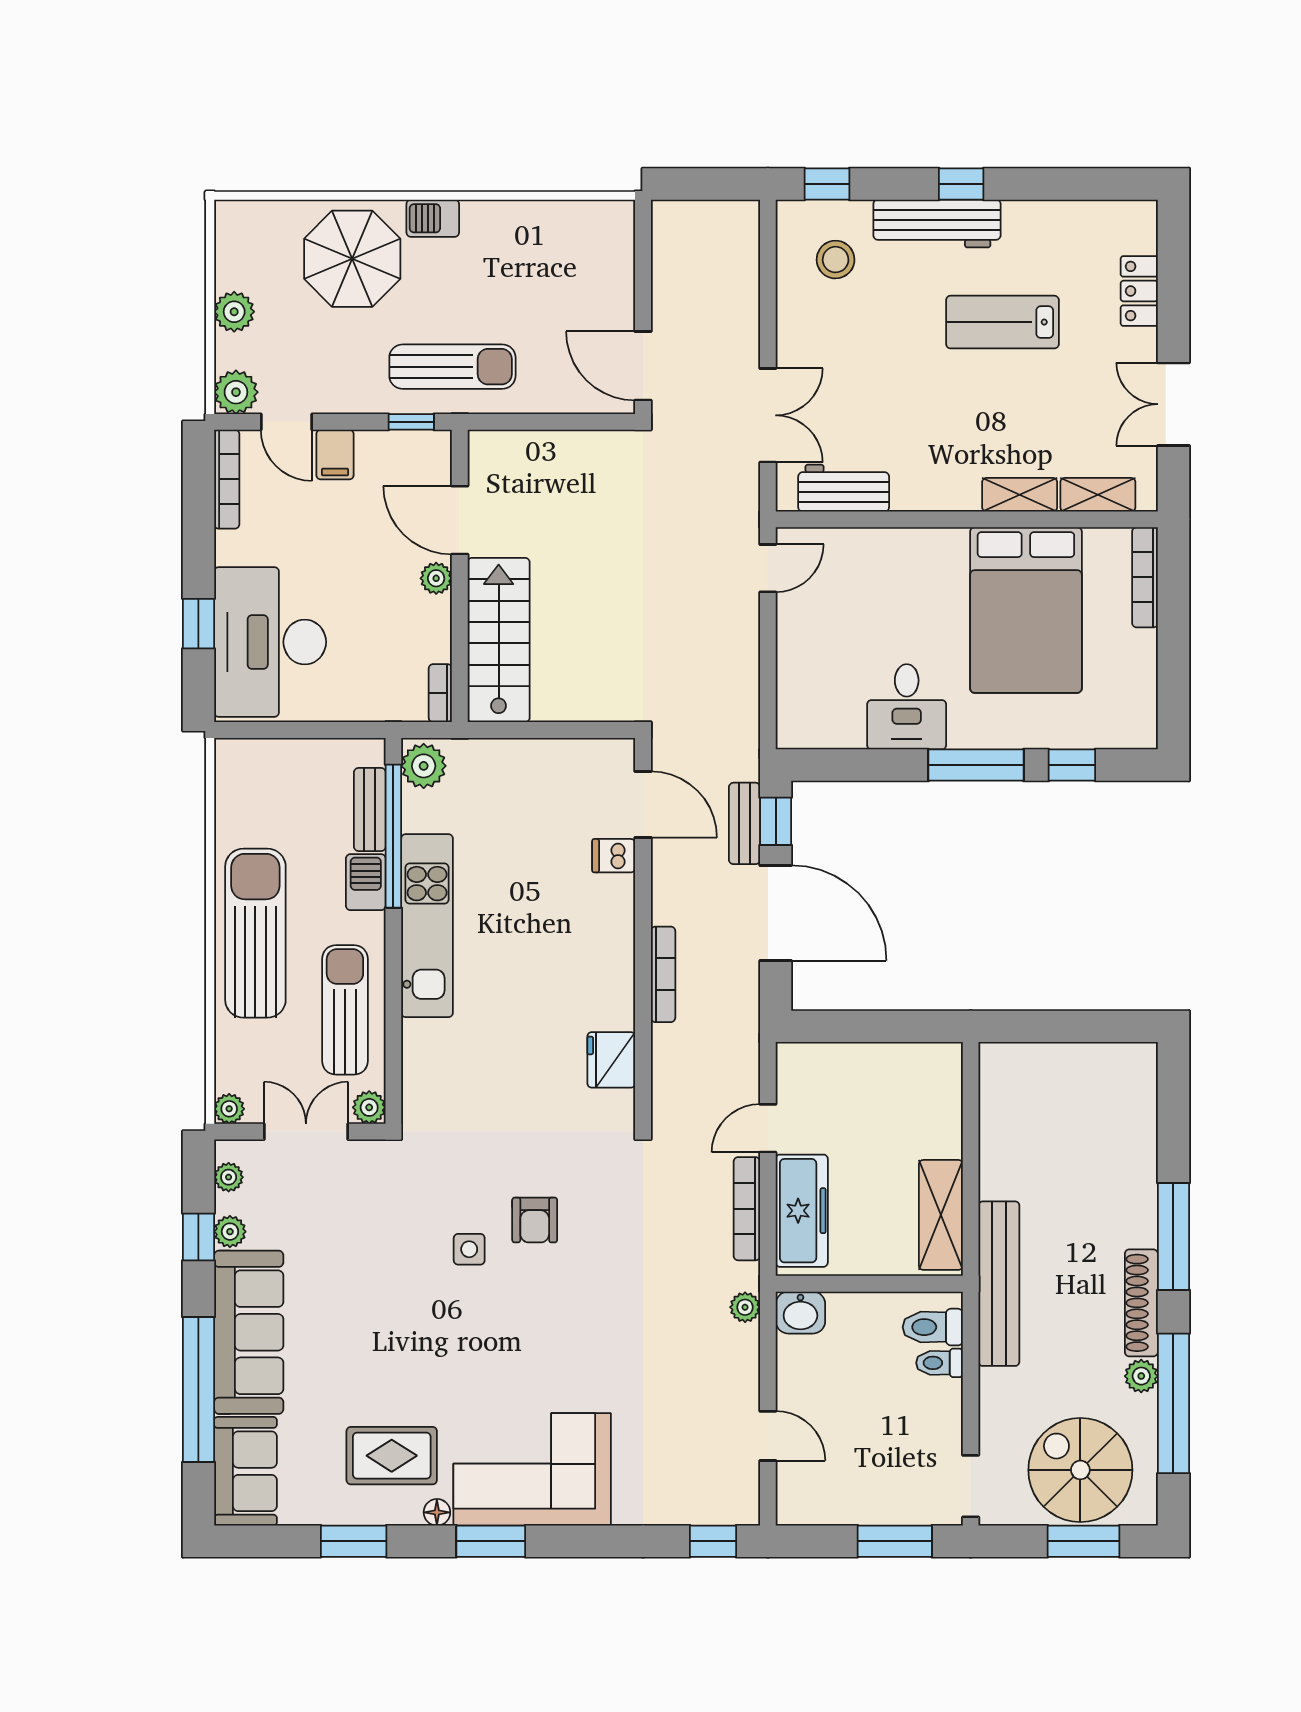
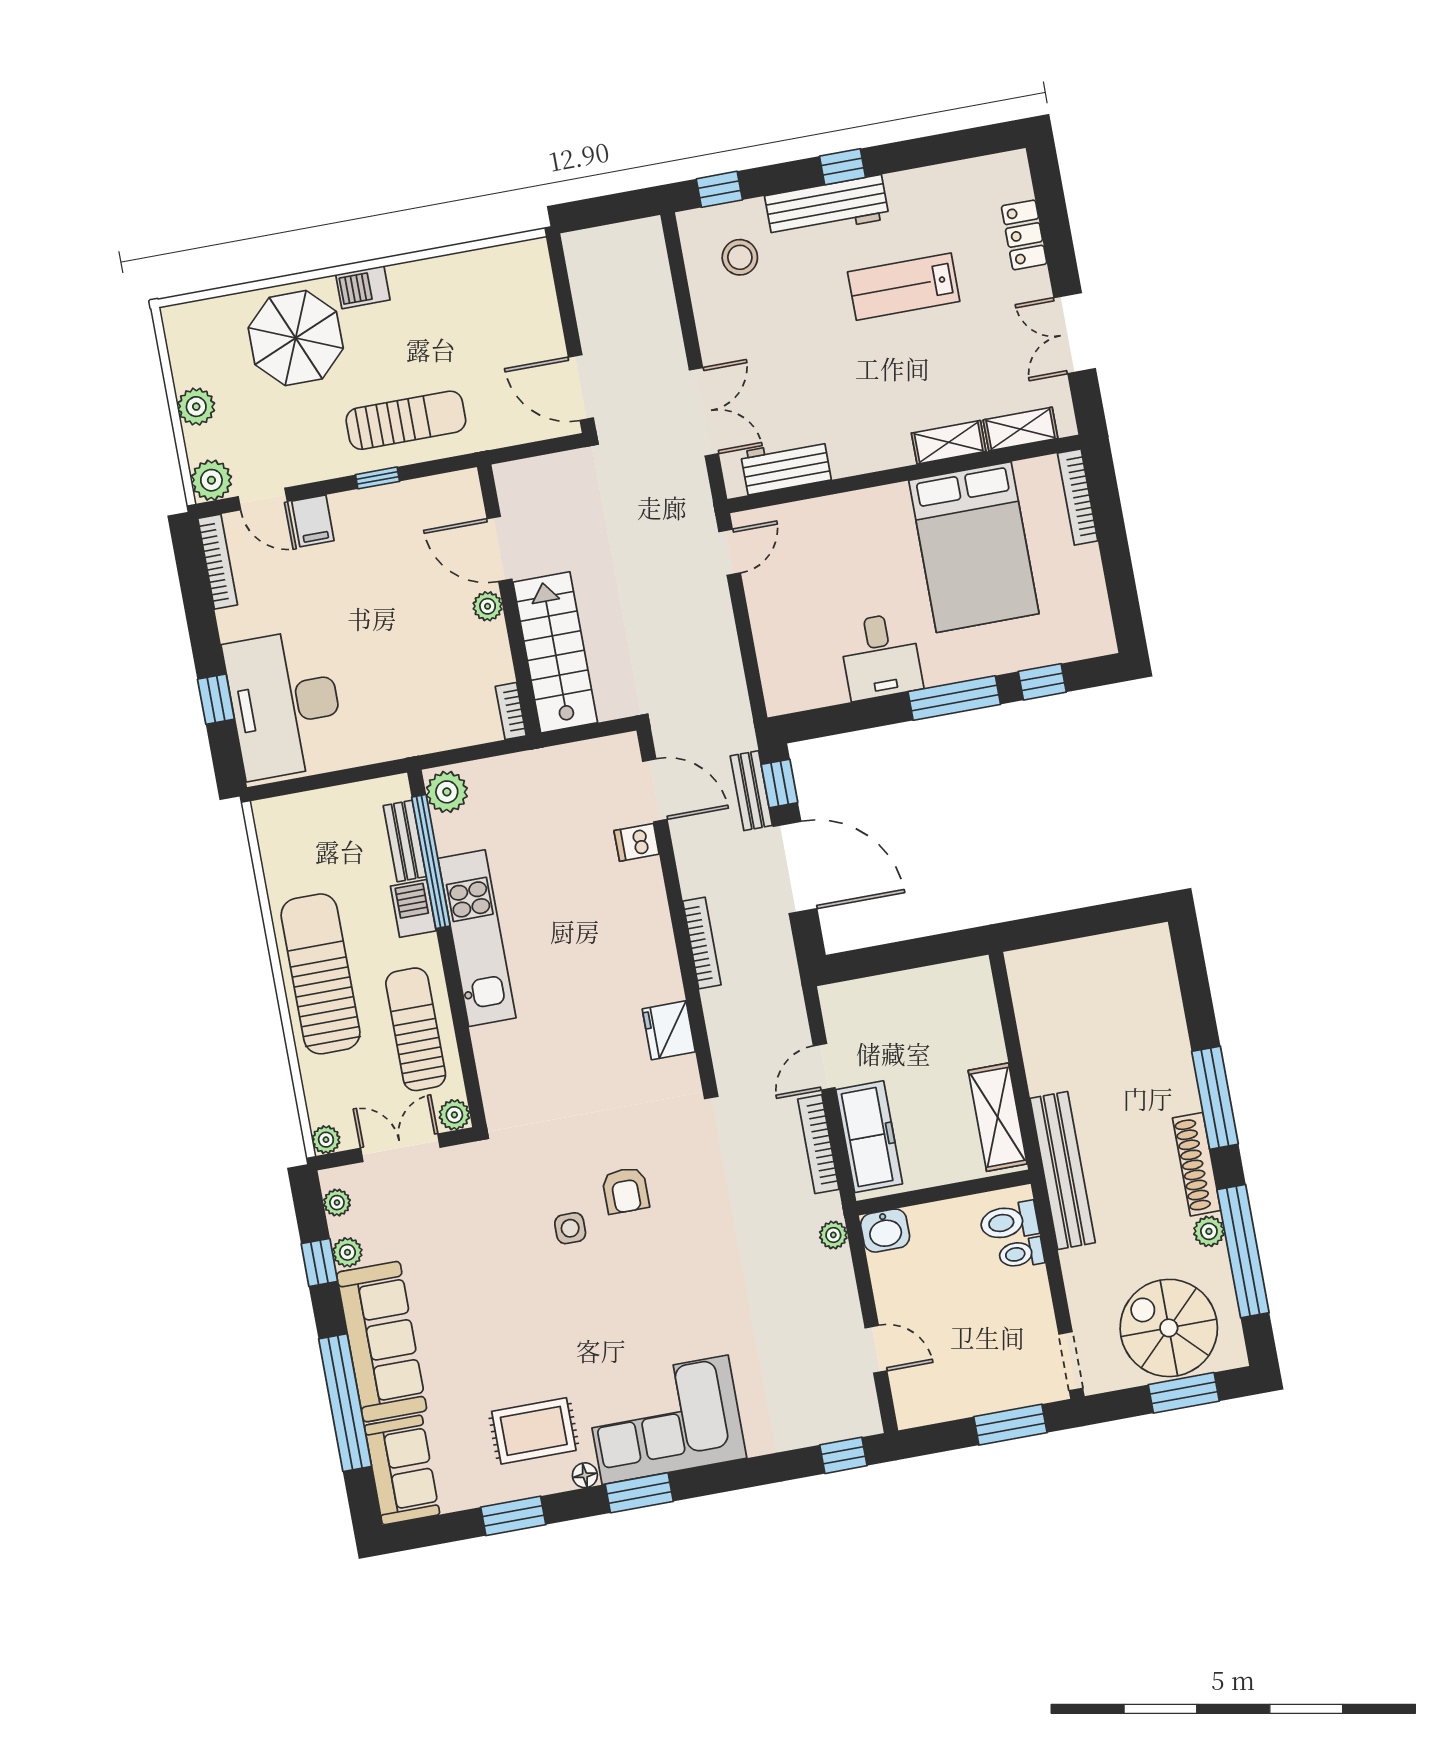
door: (460, 520) -> (499, 549), moved
wall: (460, 576) -> (509, 600), moved
plant: (436, 578) -> (488, 606), moved
stairs: (499, 640) -> (555, 652), moved
bookcase: (440, 693) -> (511, 711), moved

